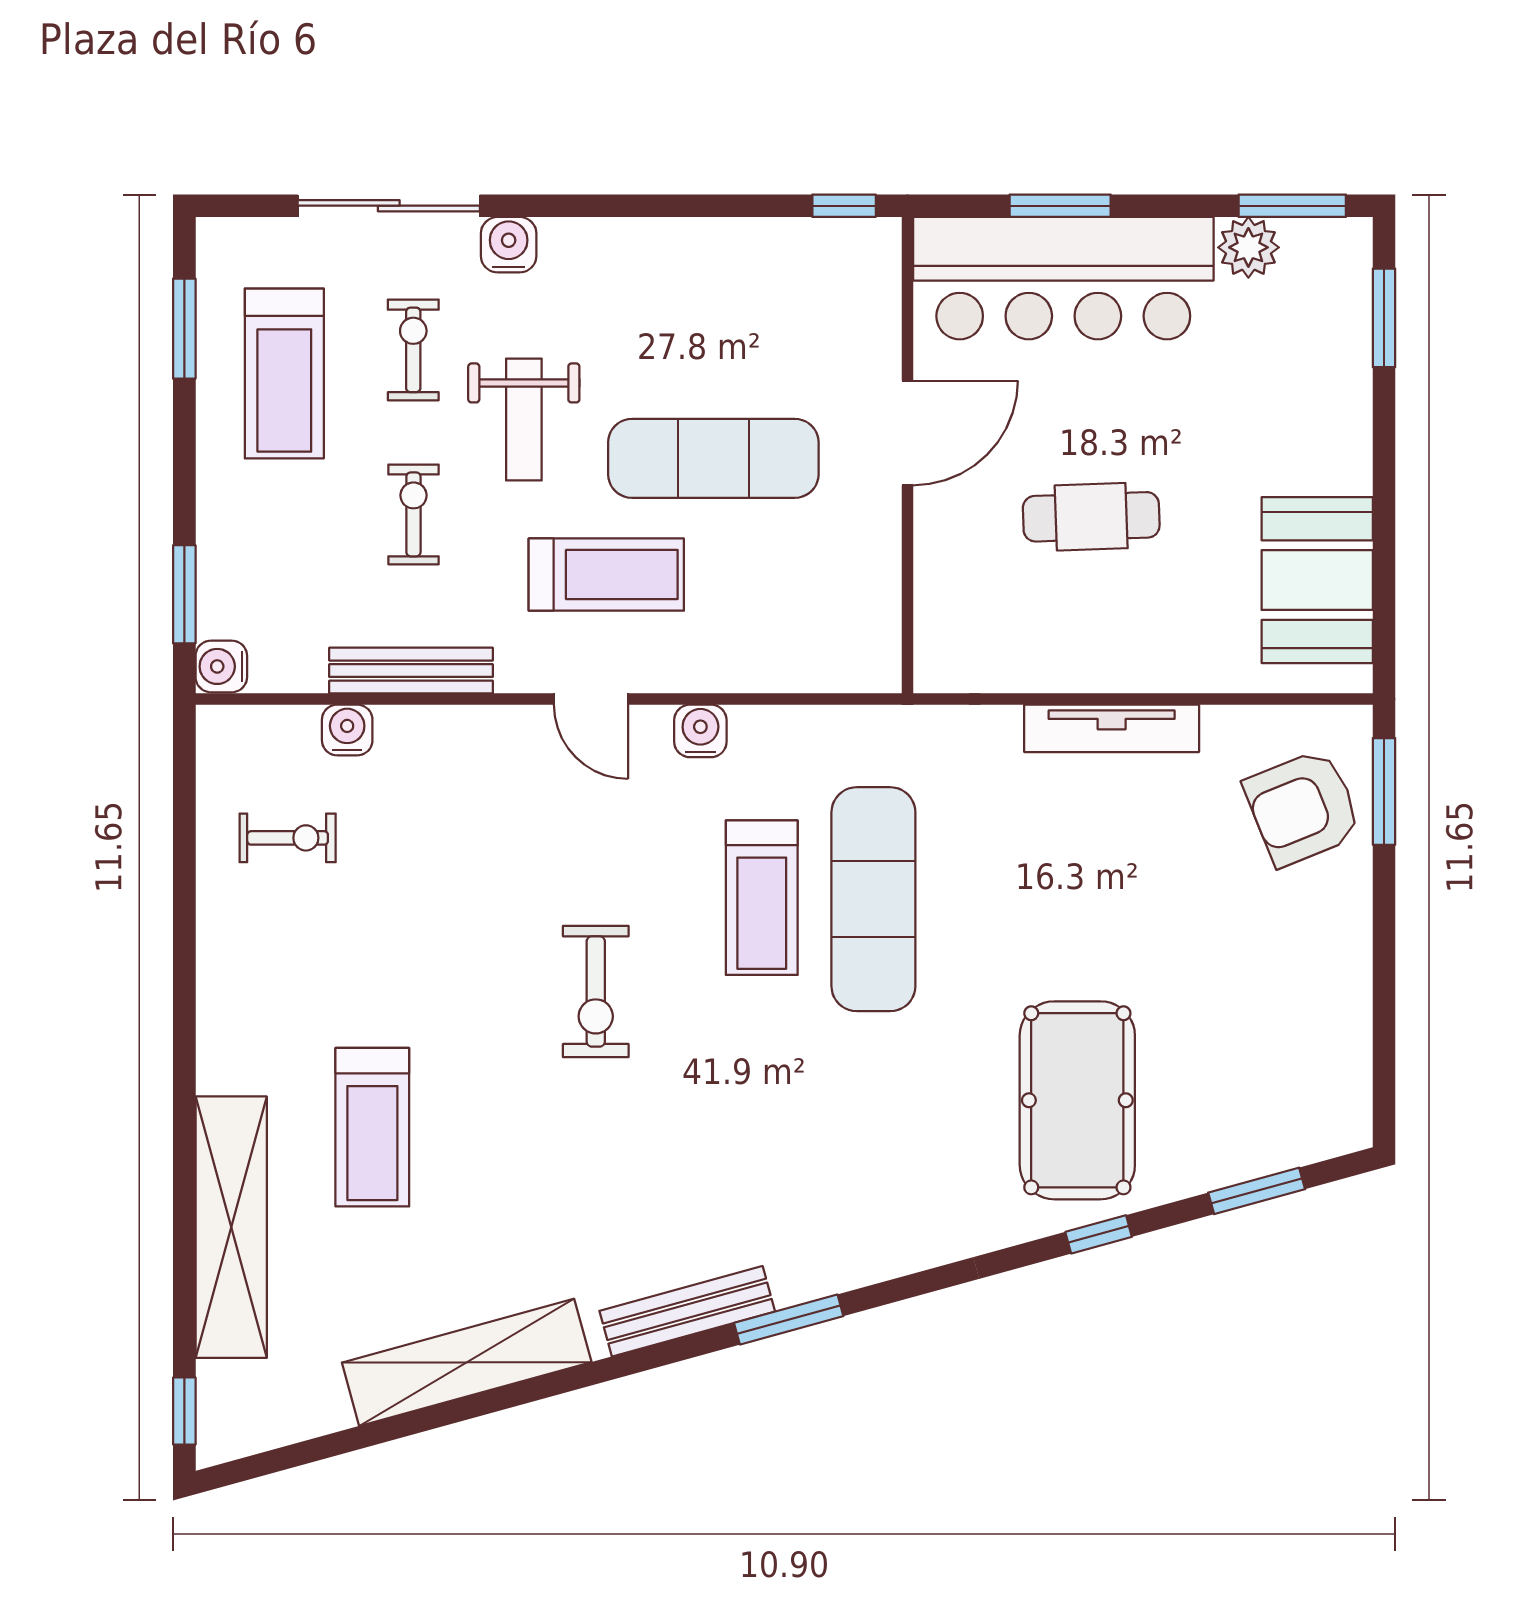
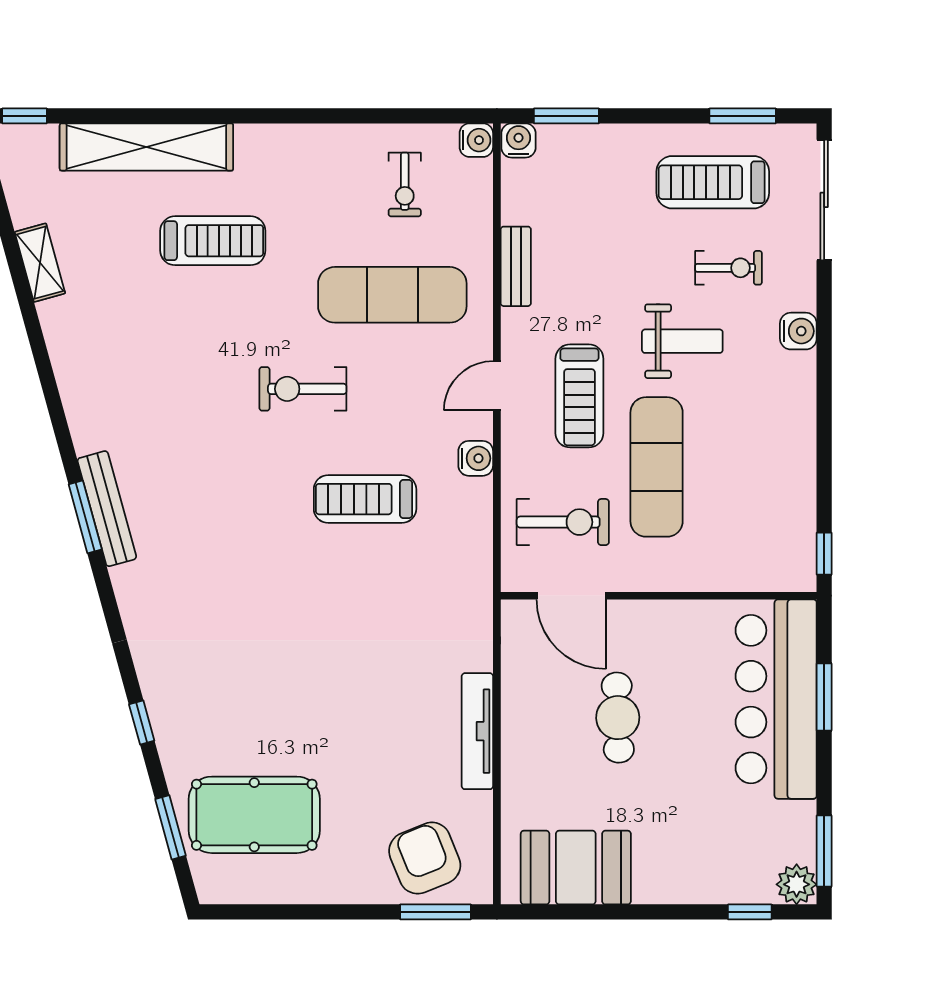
sliding door: (389, 206) -> (824, 200), moved
plant: (1248, 247) -> (797, 884), moved
window: (1384, 318) -> (750, 912), width x0.67
weight bench: (524, 419) -> (682, 341), turned 180
door: (907, 433) -> (571, 596), moved
exercise bike: (413, 514) -> (563, 522), moved, width x1.38, depth x1.39
bench: (411, 671) -> (516, 266), width x0.73
water cooler: (347, 730) -> (476, 140), moved
exercise mat: (873, 899) -> (392, 295), moved
pool table: (1077, 1100) -> (254, 815), moved
treadmill: (372, 1127) -> (213, 241), turned 180
bench: (687, 1311) -> (107, 509), moved
shelving: (467, 1362) -> (40, 263), width x0.45, depth x0.75

